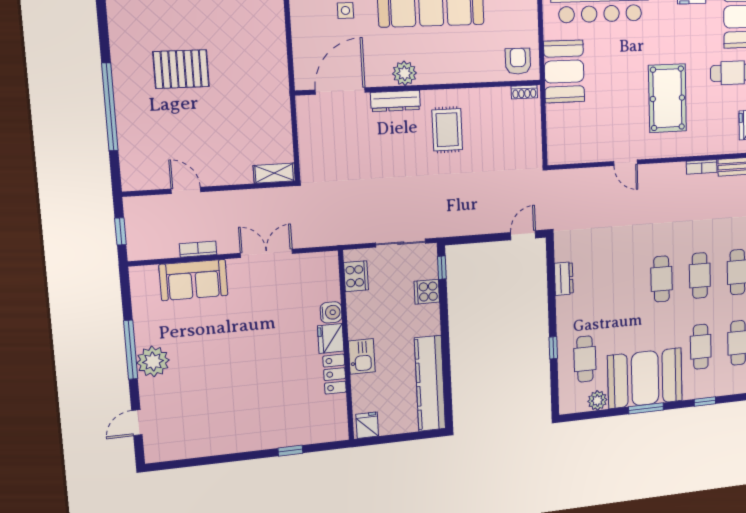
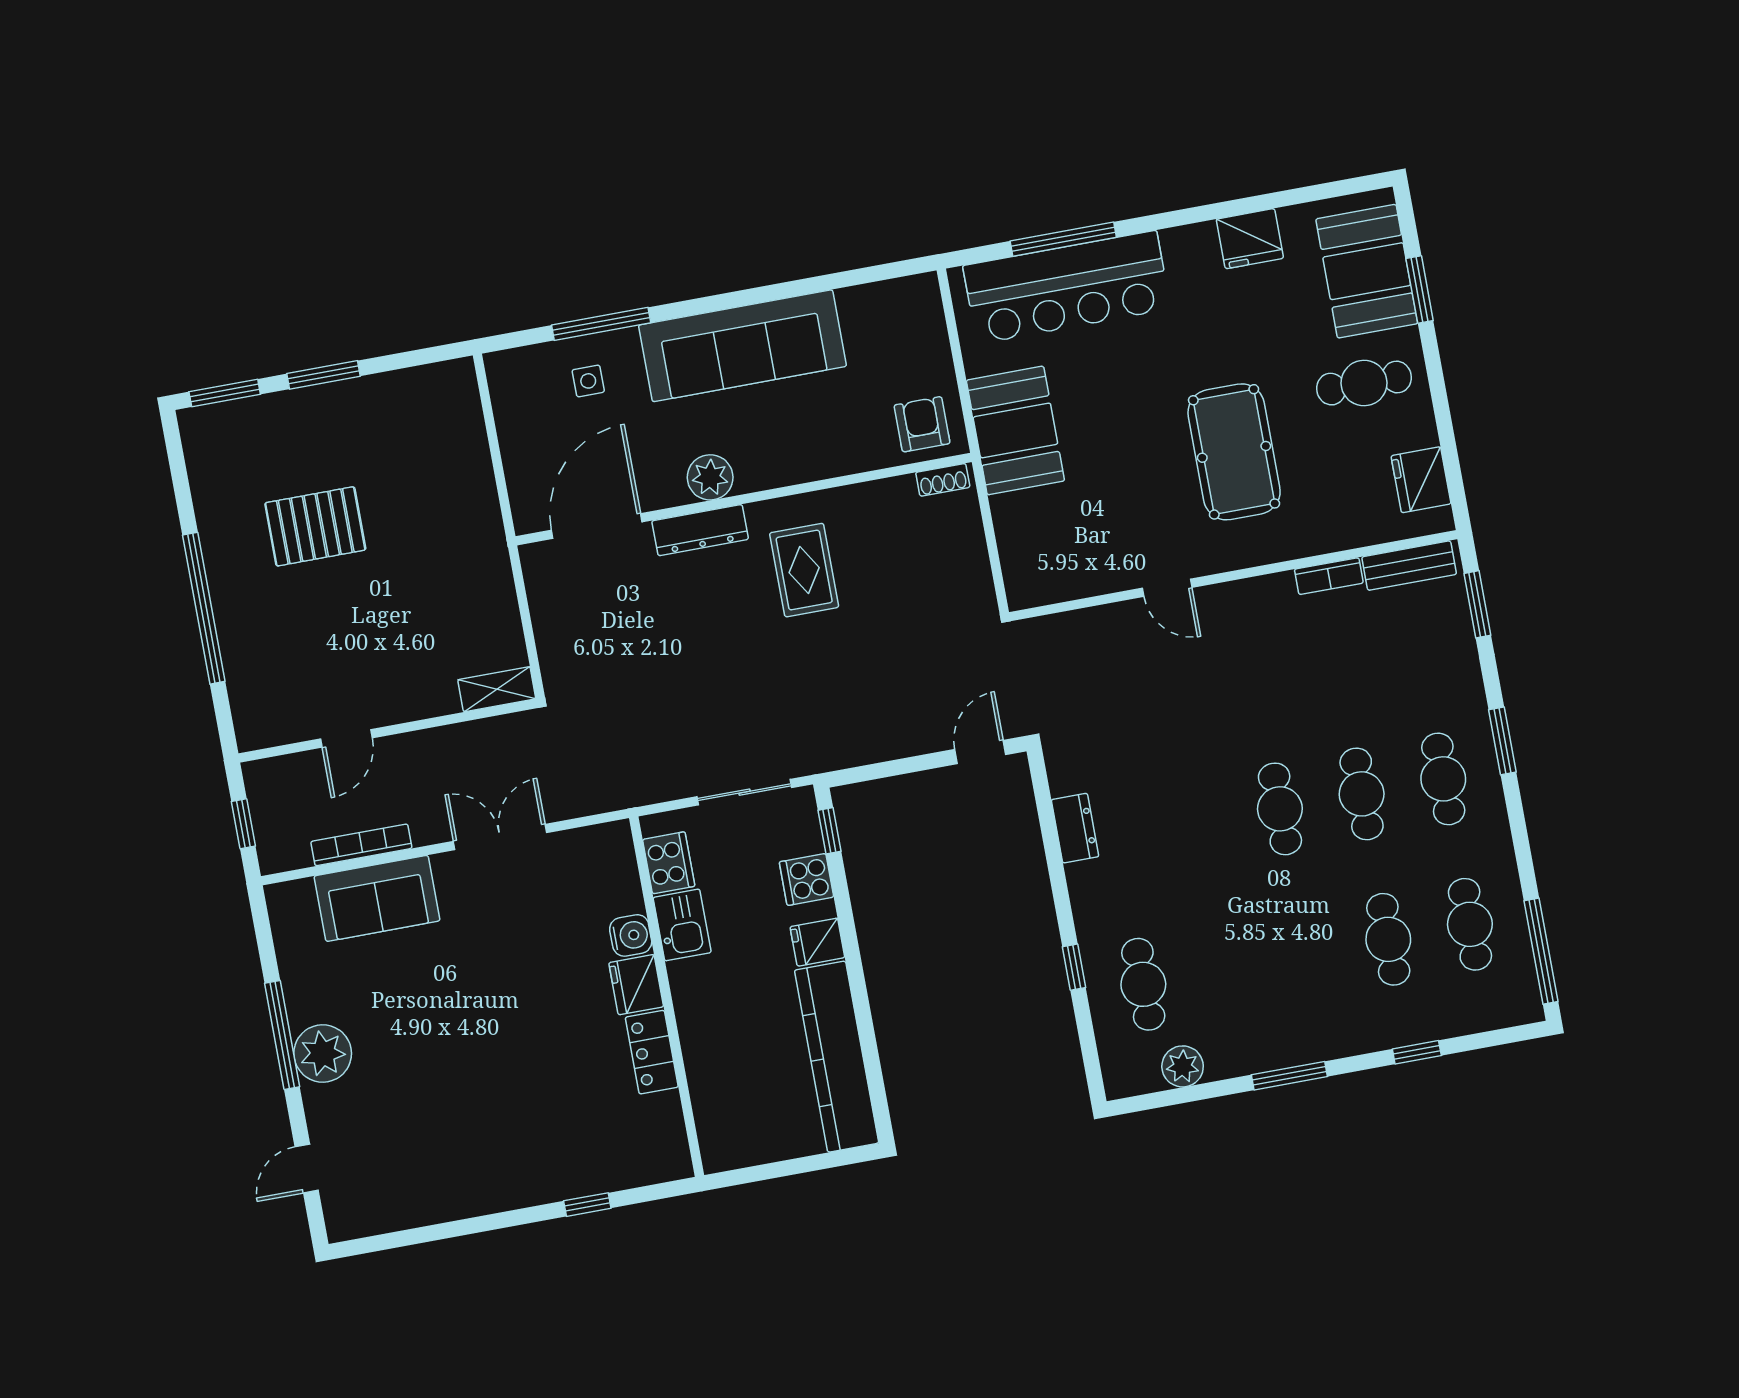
door: (186, 190) -> (346, 738), swing flipped
bookcase: (198, 249) -> (361, 845), width x1.56
kitchen sink: (362, 356) -> (682, 925), moved
booth: (645, 378) -> (1277, 1014), removed
fridge: (367, 425) -> (817, 942), moved, turned -90

